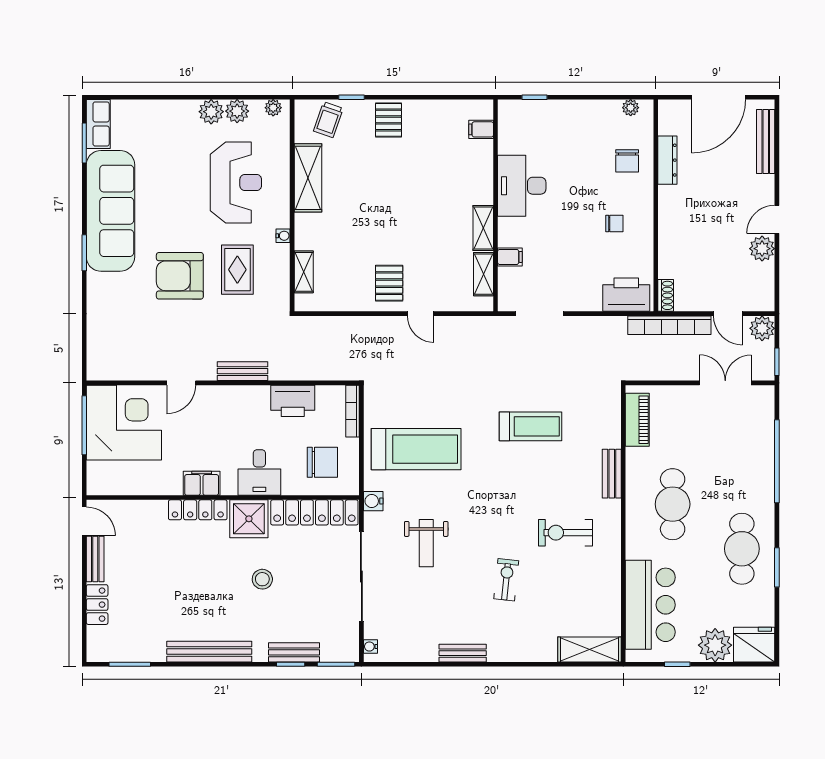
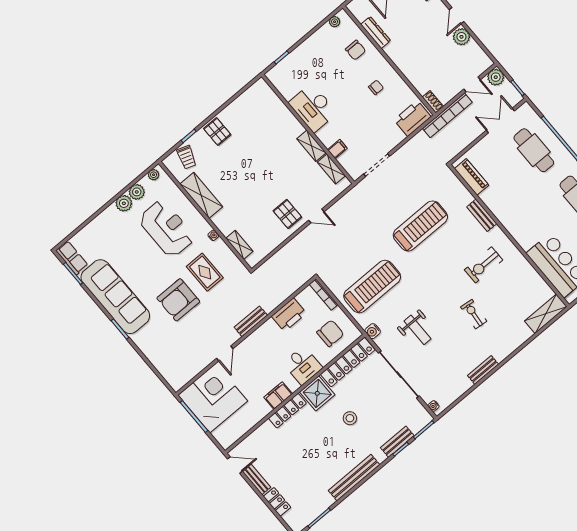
filing cabinet: (481, 129) -> (268, 97), removed
treadmill: (531, 426) -> (420, 226), width x1.37, depth x1.38
cafe table: (673, 504) -> (534, 150), moved

